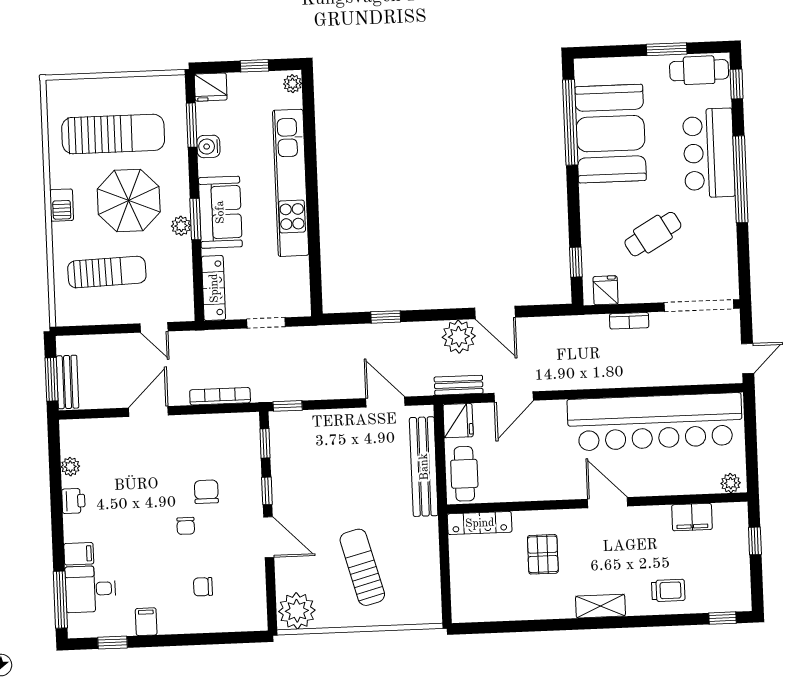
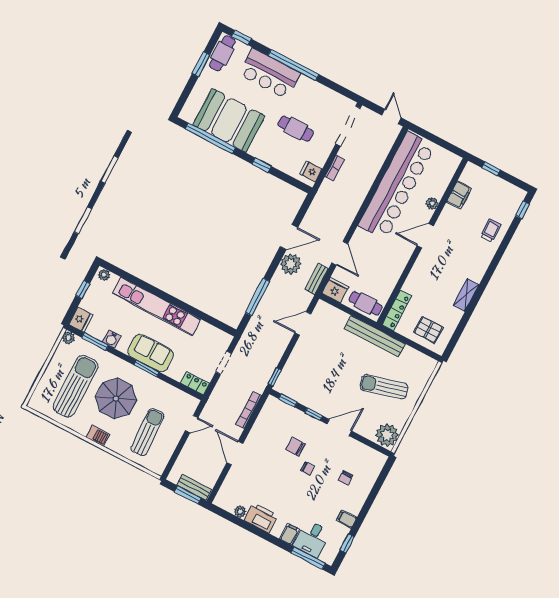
plant: (181, 226) -> (68, 338), moved
cafe table: (653, 234) -> (296, 129), turned -60
window: (576, 262) -> (262, 165), moved
locker: (214, 288) -> (195, 383), width x0.66
window: (386, 317) -> (258, 297), width x2.17
bench: (424, 467) -> (375, 336), moved
plant: (731, 483) -> (432, 203), moved
printer: (73, 501) -> (261, 518), width x1.87, depth x1.48
pallet: (543, 554) -> (428, 330), moved
shelving: (600, 606) -> (466, 295), moved

